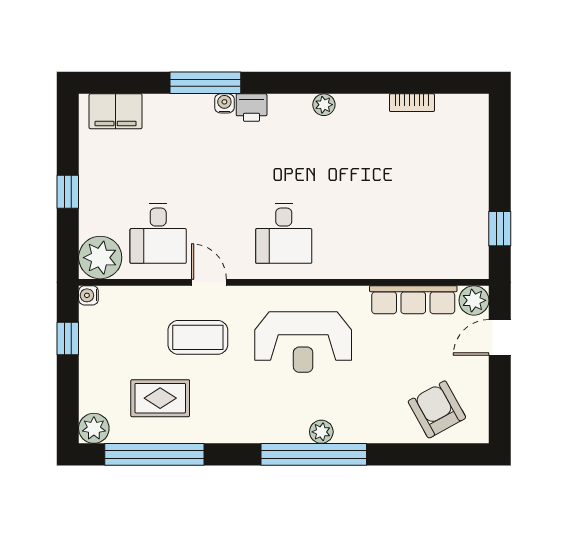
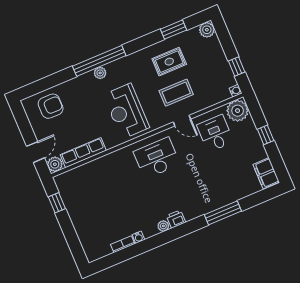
water cooler: (224, 103) -> (139, 237), moved
printer: (252, 108) -> (176, 219), moved
filing cabinet: (116, 111) -> (266, 173), moved, turned -90
desk: (284, 233) -> (157, 158), width x1.37
reception desk: (303, 342) -> (126, 111), turned -90
rug: (160, 398) -> (169, 62), moved
armchair: (437, 409) -> (51, 106), turned -61
window: (154, 454) -> (173, 30), width x0.47

